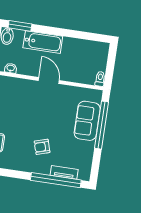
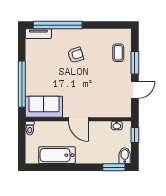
bathtub: (43, 42) -> (57, 155), moved
sofa: (87, 121) -> (44, 107), moved, turned -90
tv unit: (64, 172) -> (38, 34), moved

